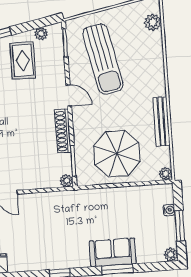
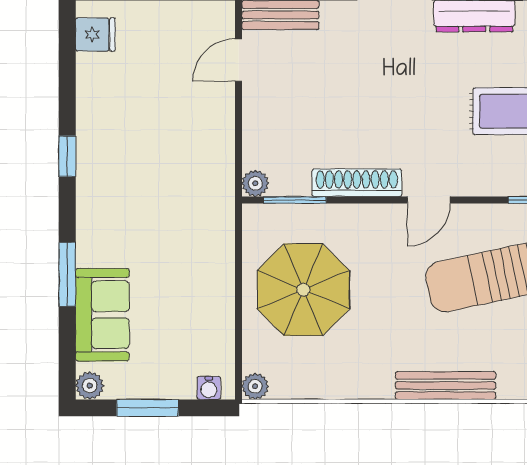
bench: (162, 122) -> (446, 386), moved
water cooler: (169, 210) -> (209, 388), moved
sofa: (113, 252) -> (102, 315), moved

